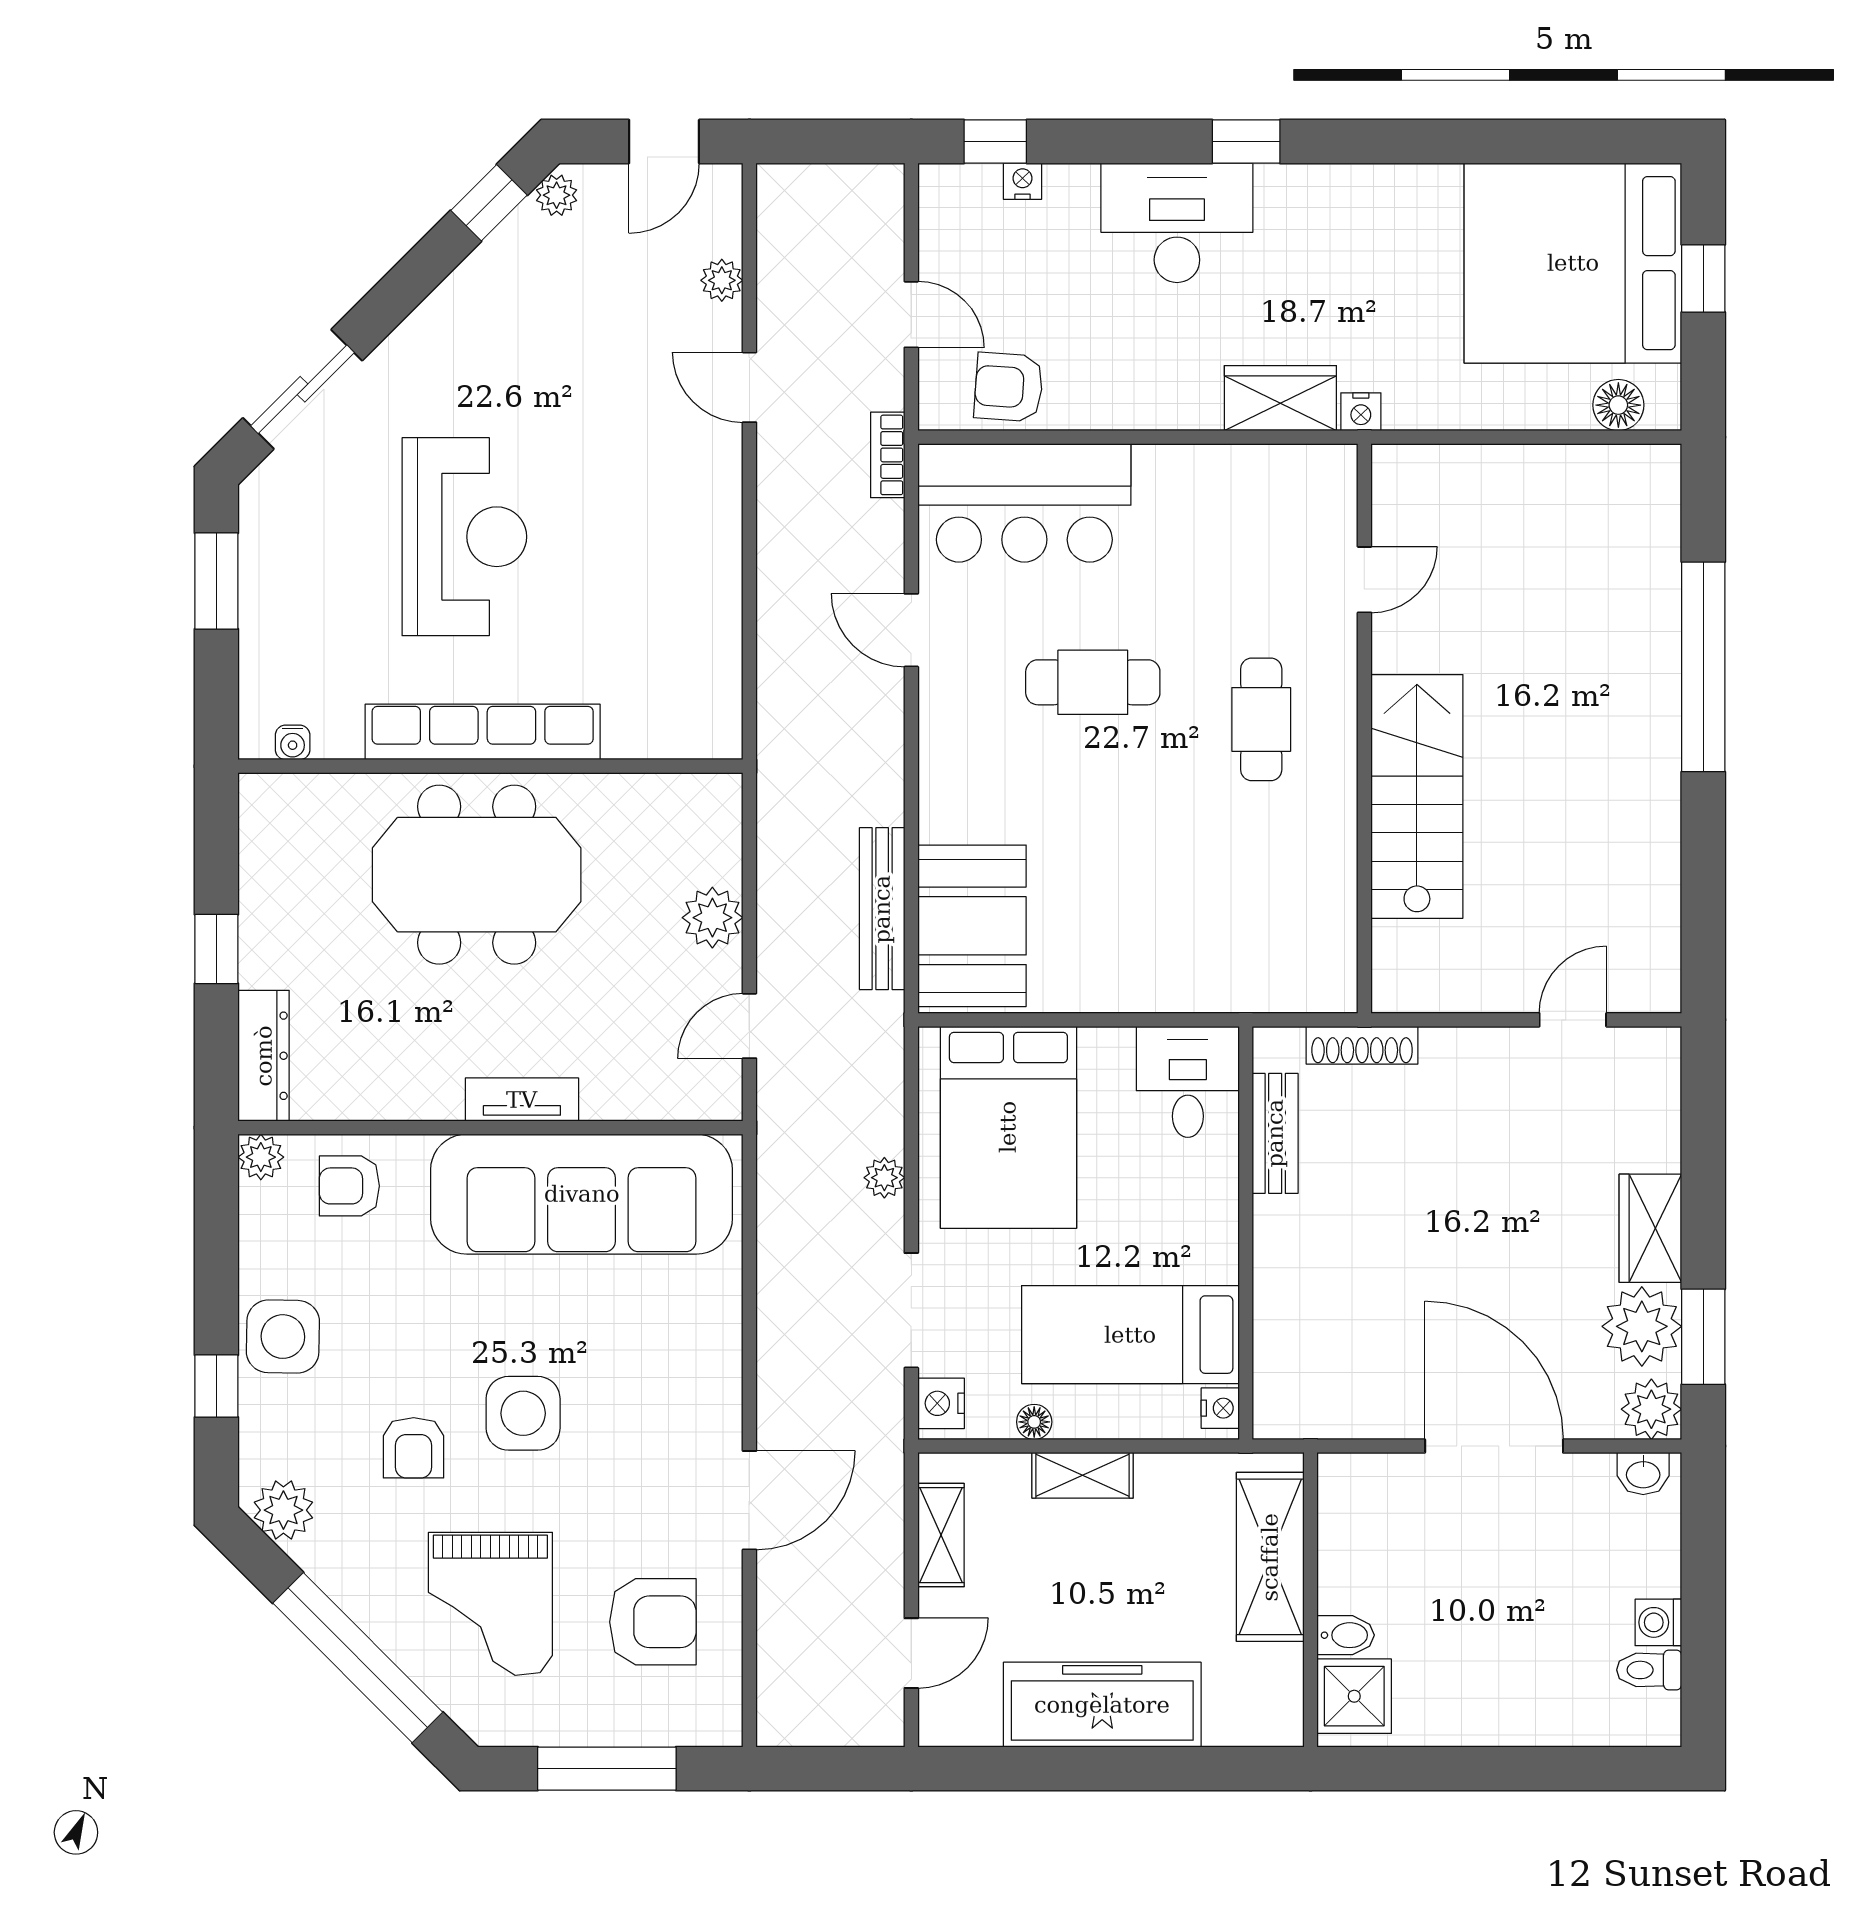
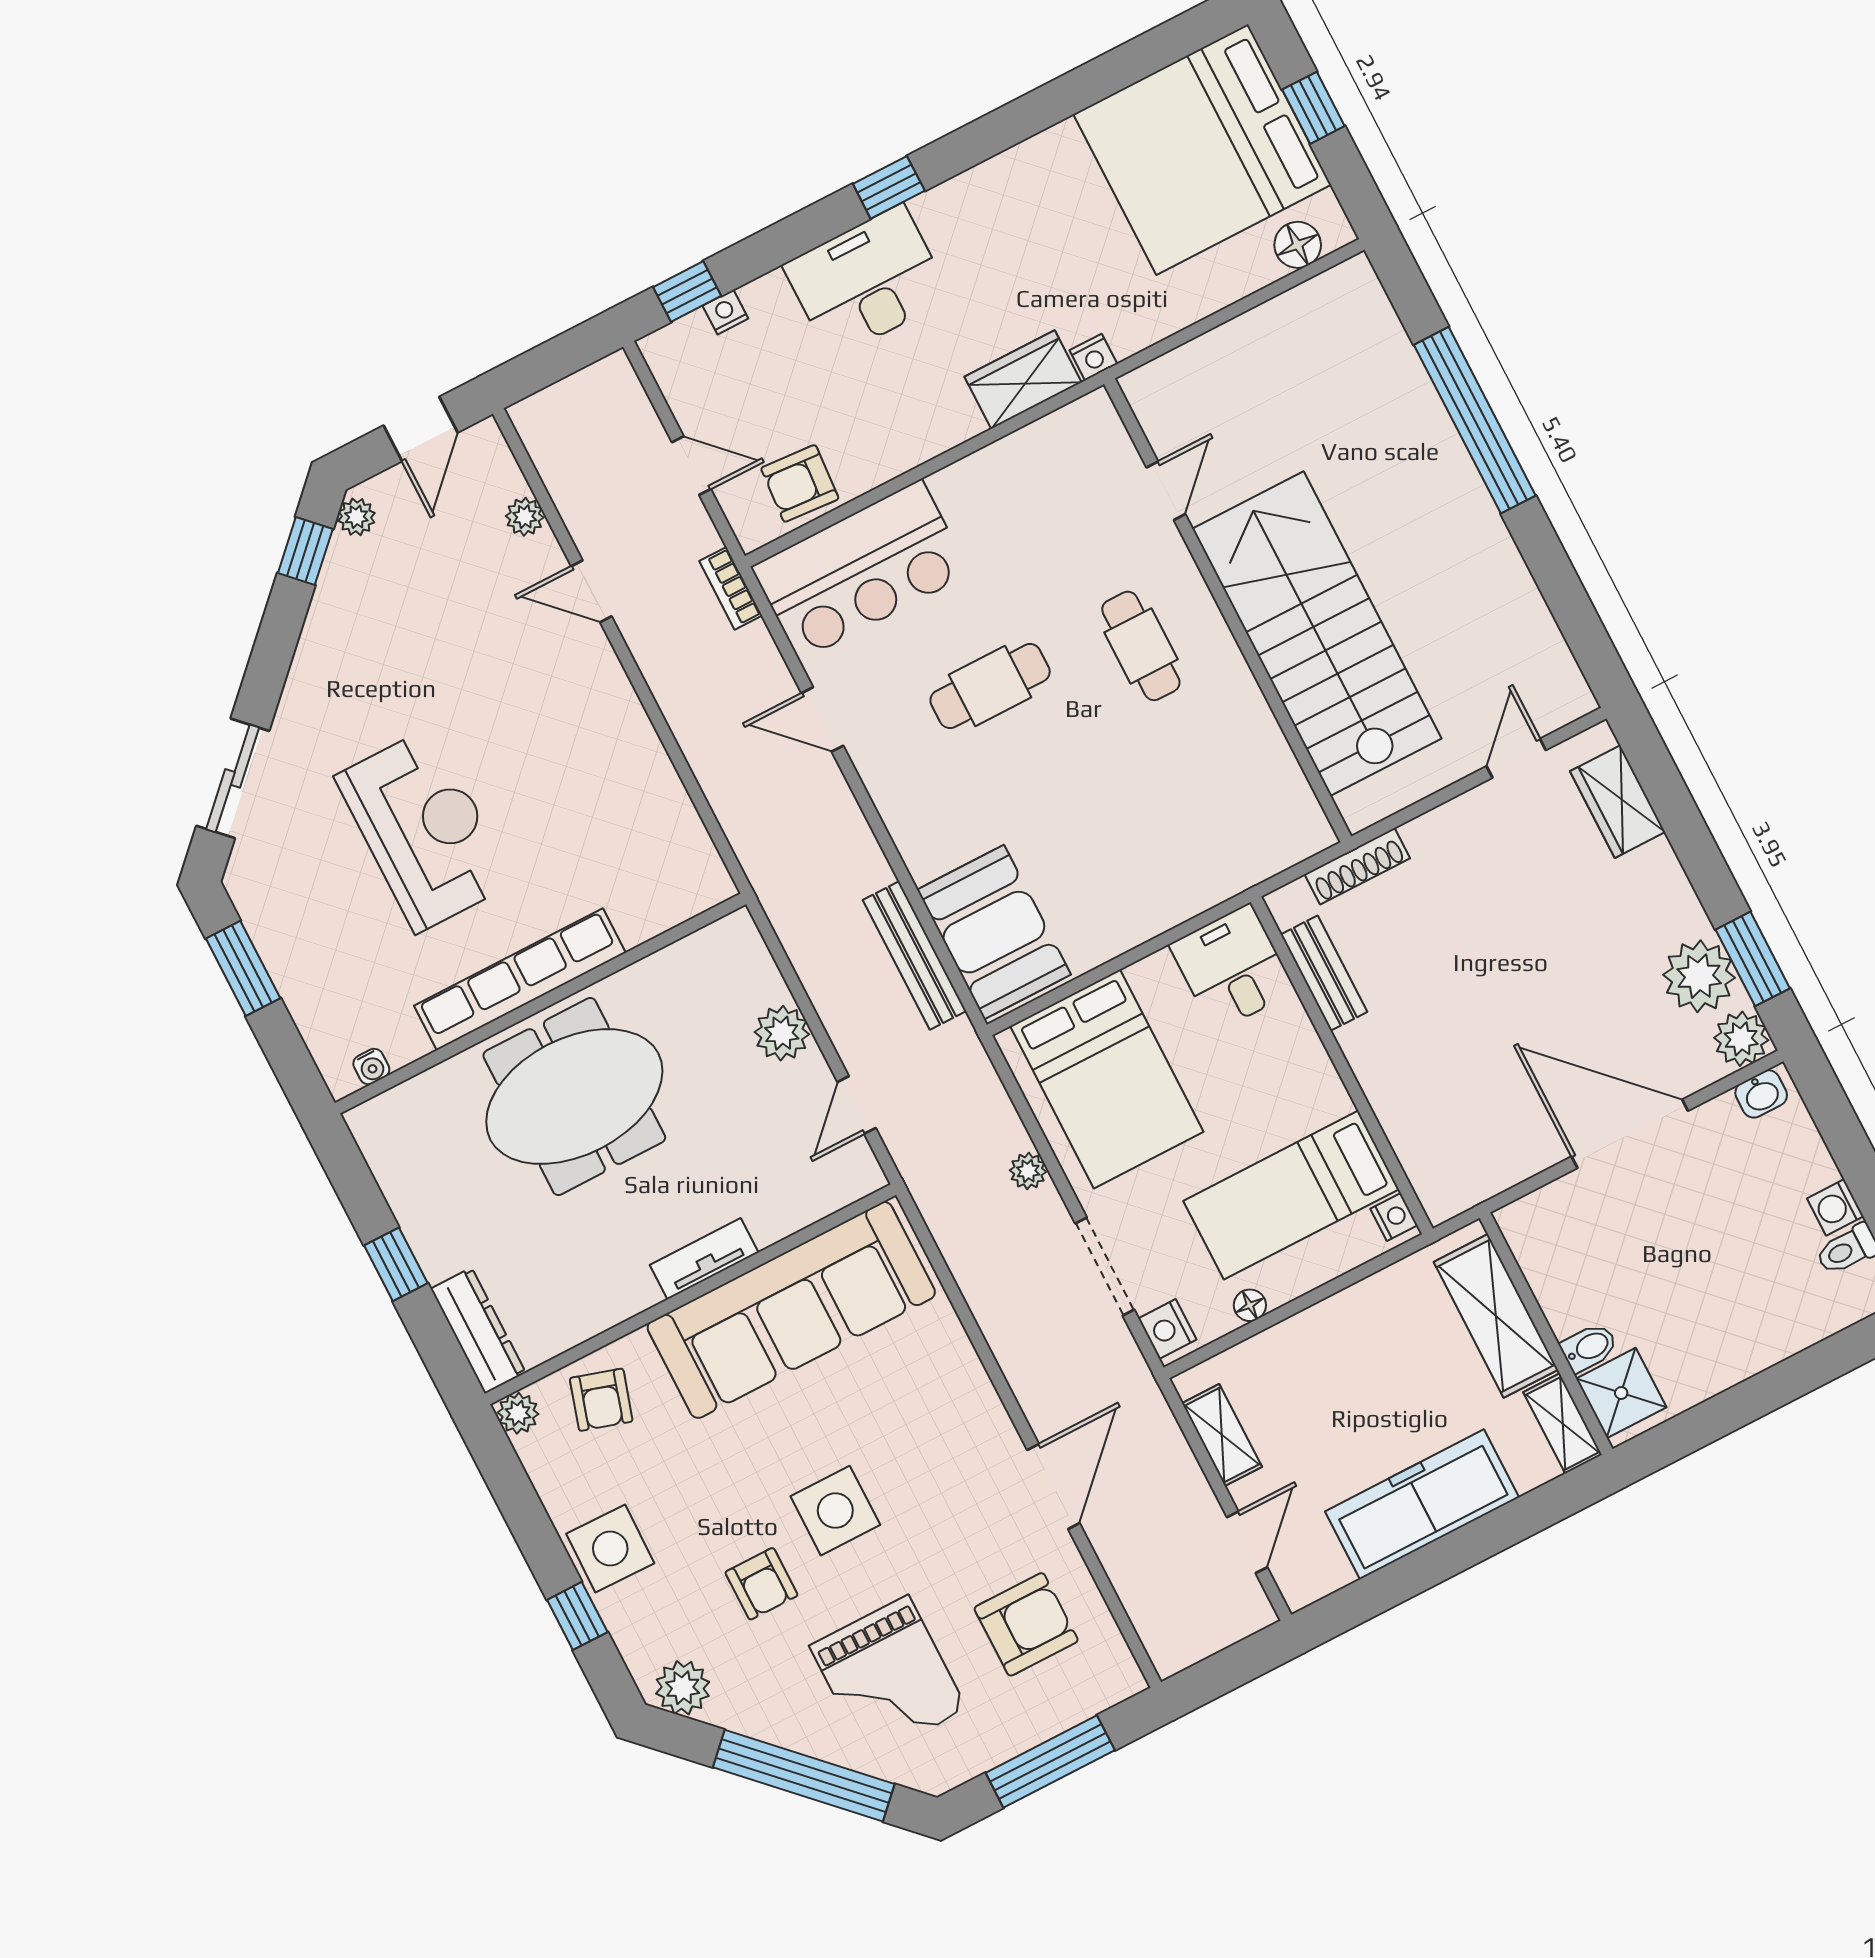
stairs: (1417, 796) -> (1317, 634), width x1.36, depth x1.51
armchair: (349, 1186) -> (601, 1400), turned -73
wardrobe: (1650, 1228) -> (1618, 802), moved
shelving: (1083, 1475) -> (1563, 1423), moved, turned 90

